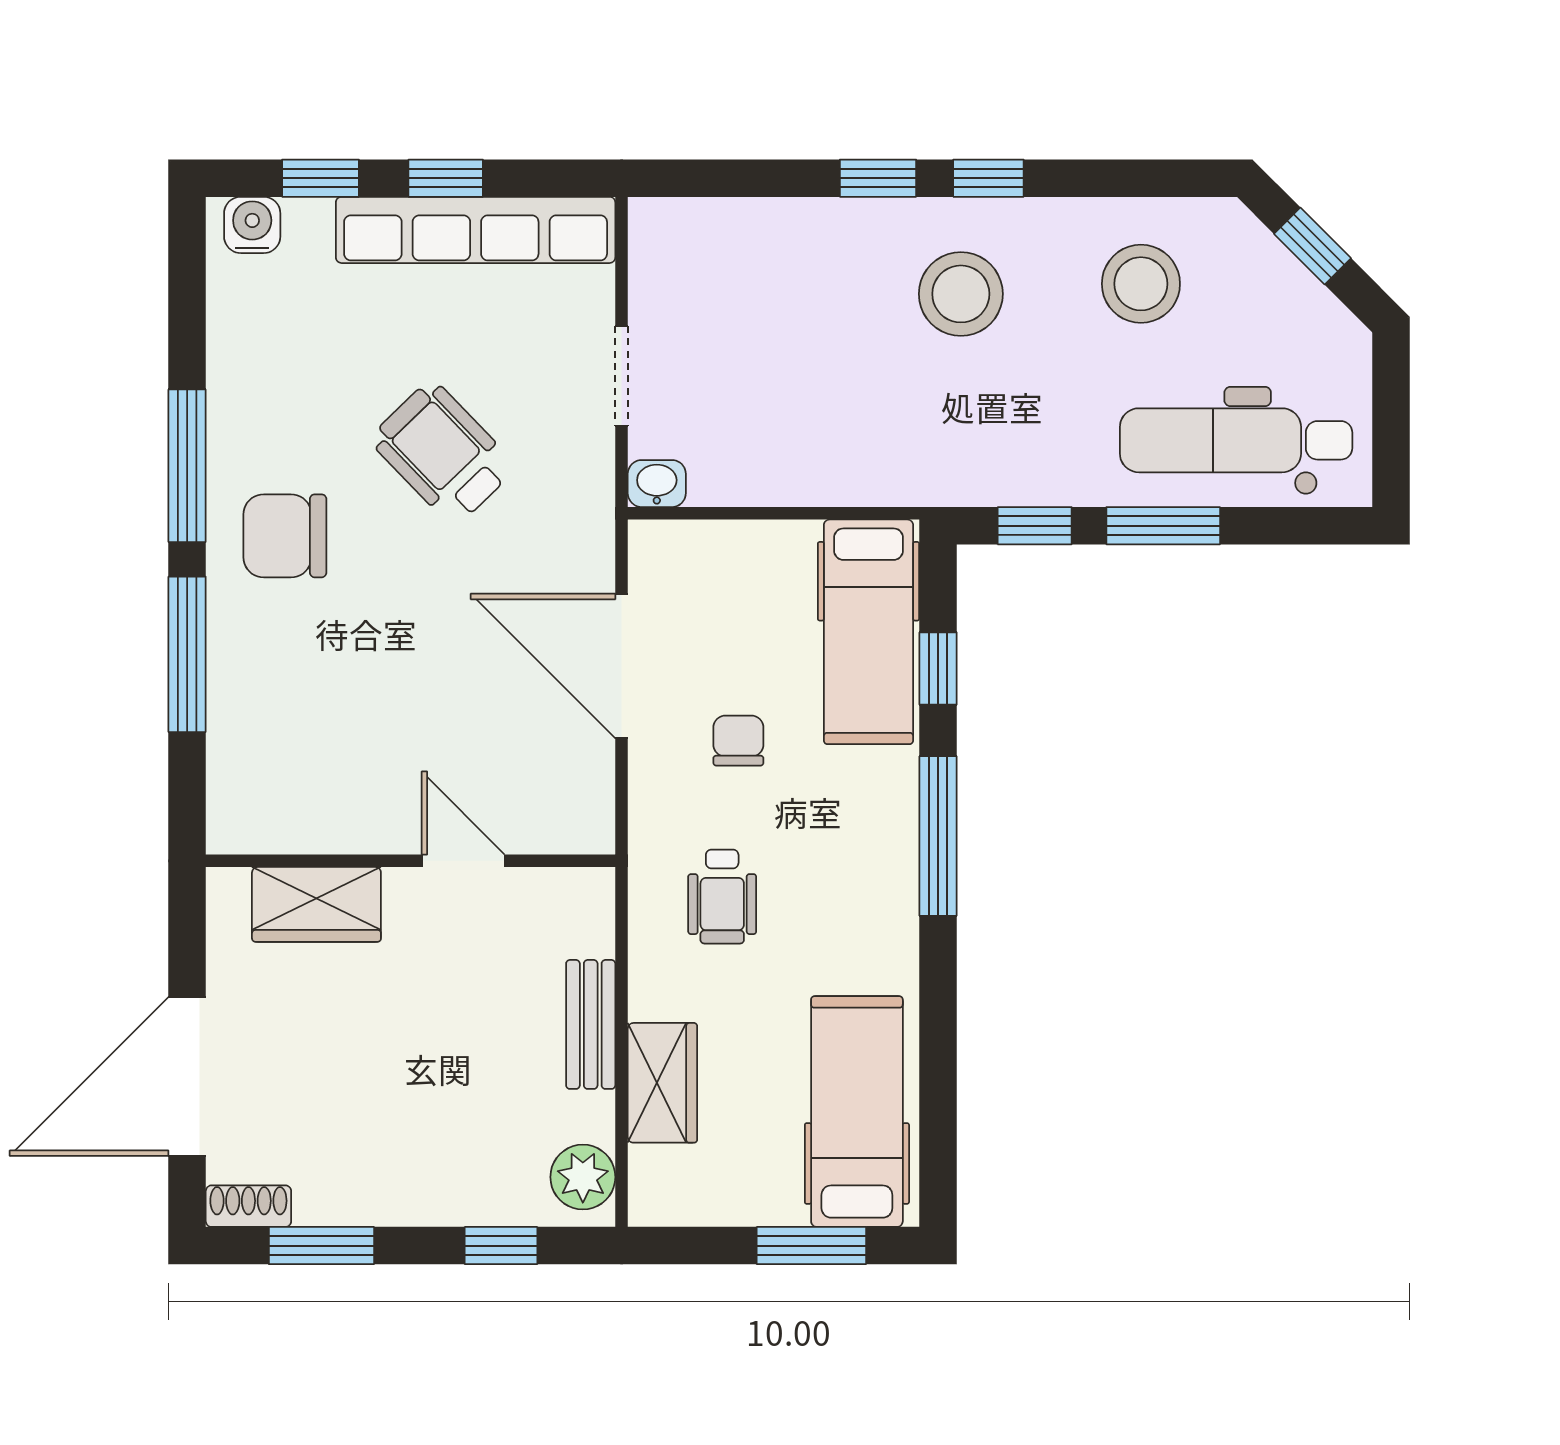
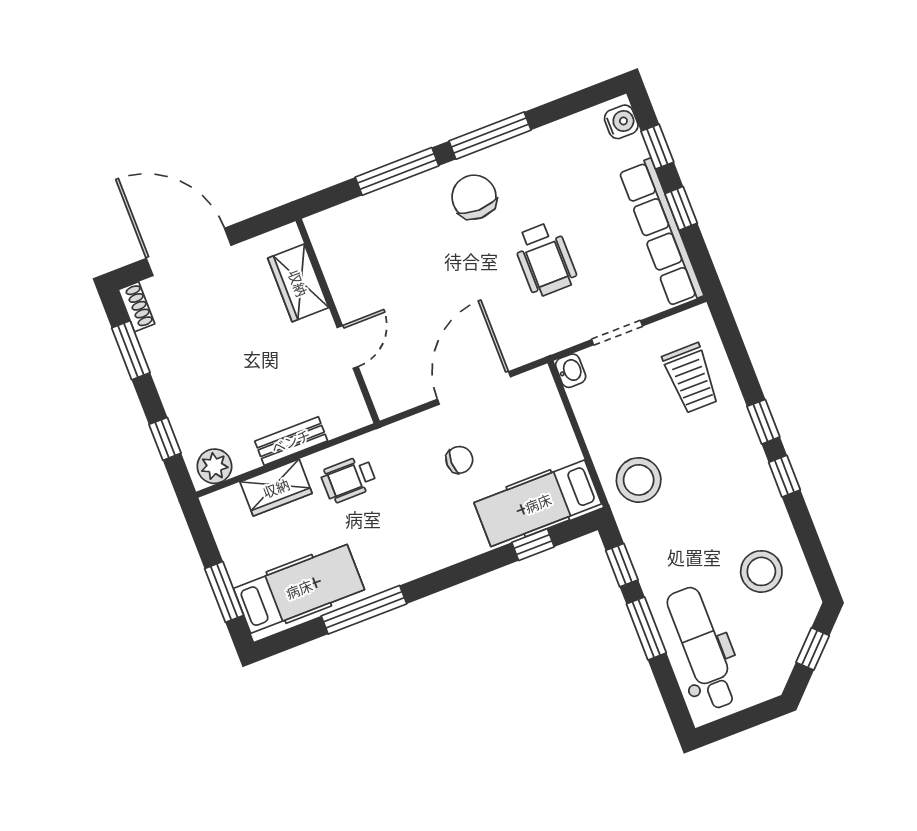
trolley: (752, 276) -> (691, 378), added
stool: (961, 294) -> (639, 480), moved
wheelchair: (443, 453) -> (545, 259), turned 134
window: (938, 836) -> (364, 610), moved
wheelchair: (722, 897) -> (349, 479), moved

